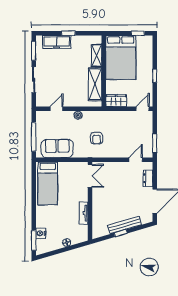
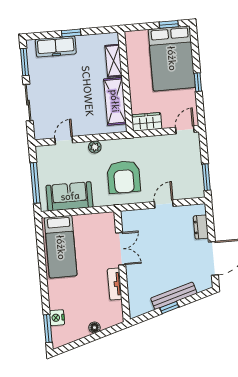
bed: (121, 57) -> (172, 58), moved
armchair: (97, 138) -> (124, 177), width x1.88, depth x1.88
door: (136, 160) -> (164, 204), moved
double door: (90, 176) -> (121, 249), moved

